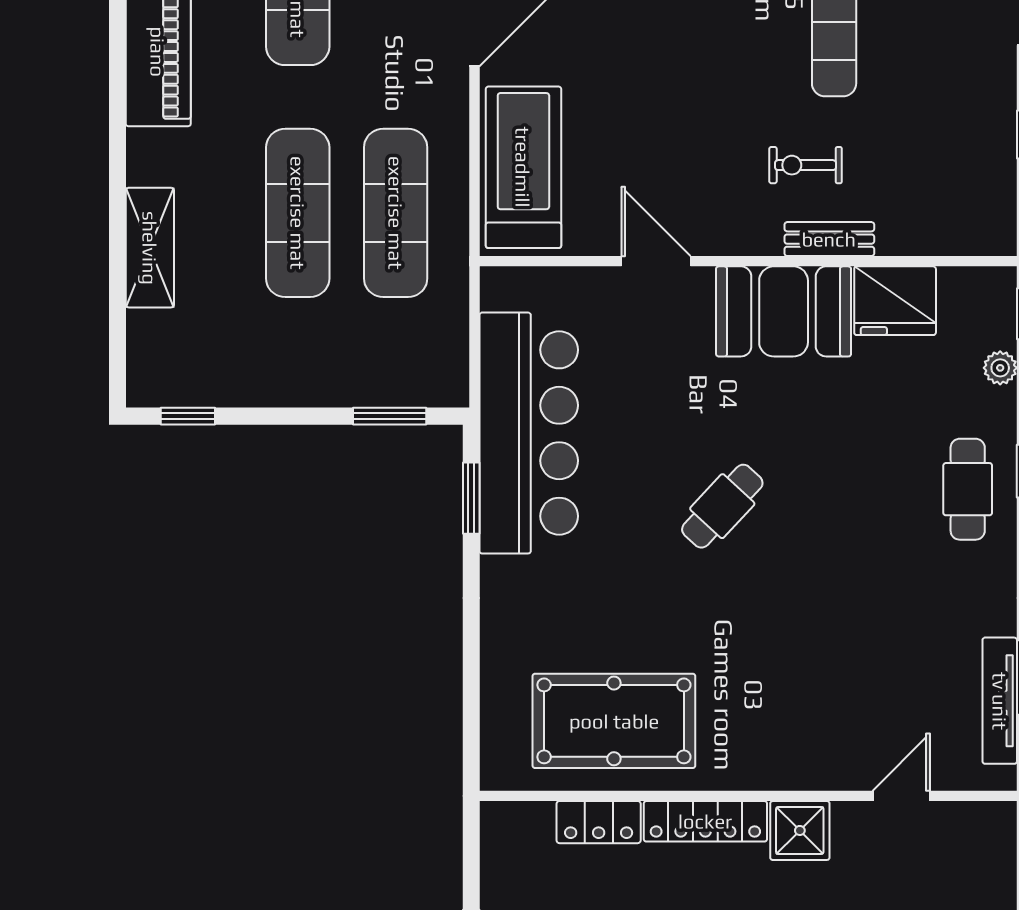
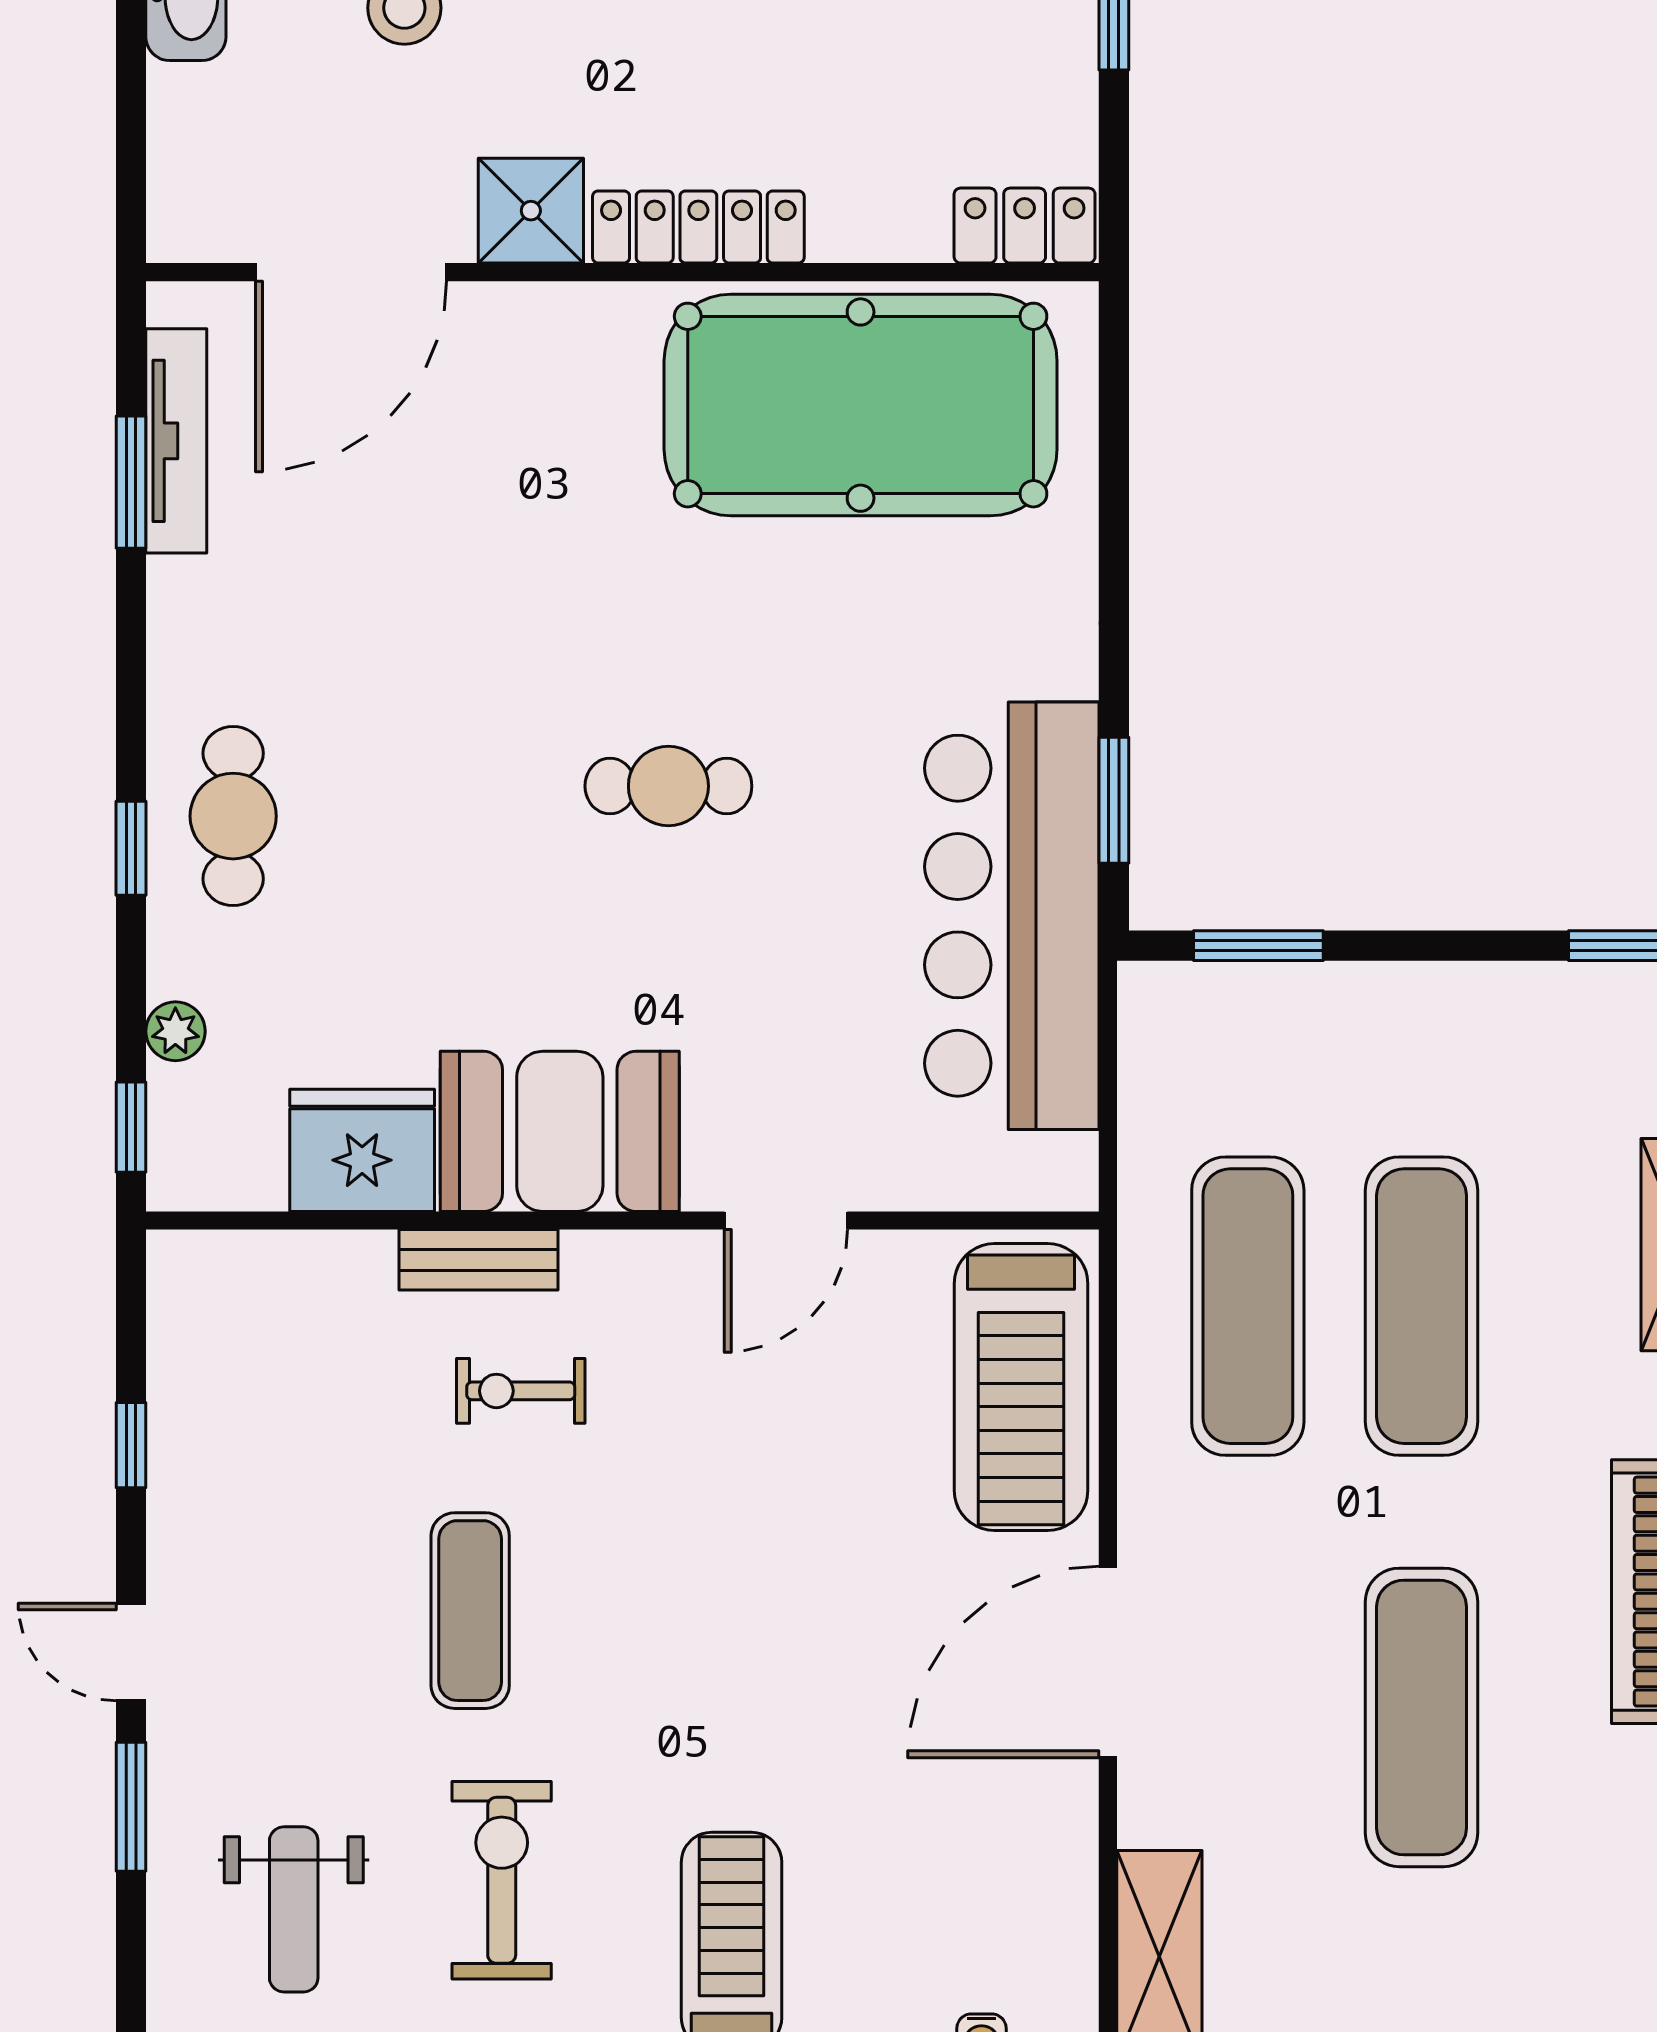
exercise bike: (806, 165) -> (521, 1391), turned 180
door: (656, 261) -> (786, 1221), hinge flipped
cafe table: (722, 506) -> (668, 786), turned 47
pool table: (614, 721) -> (861, 405), width x1.36, depth x1.32
door: (901, 796) -> (351, 272), width x1.87
locker: (599, 822) -> (1025, 226), moved

